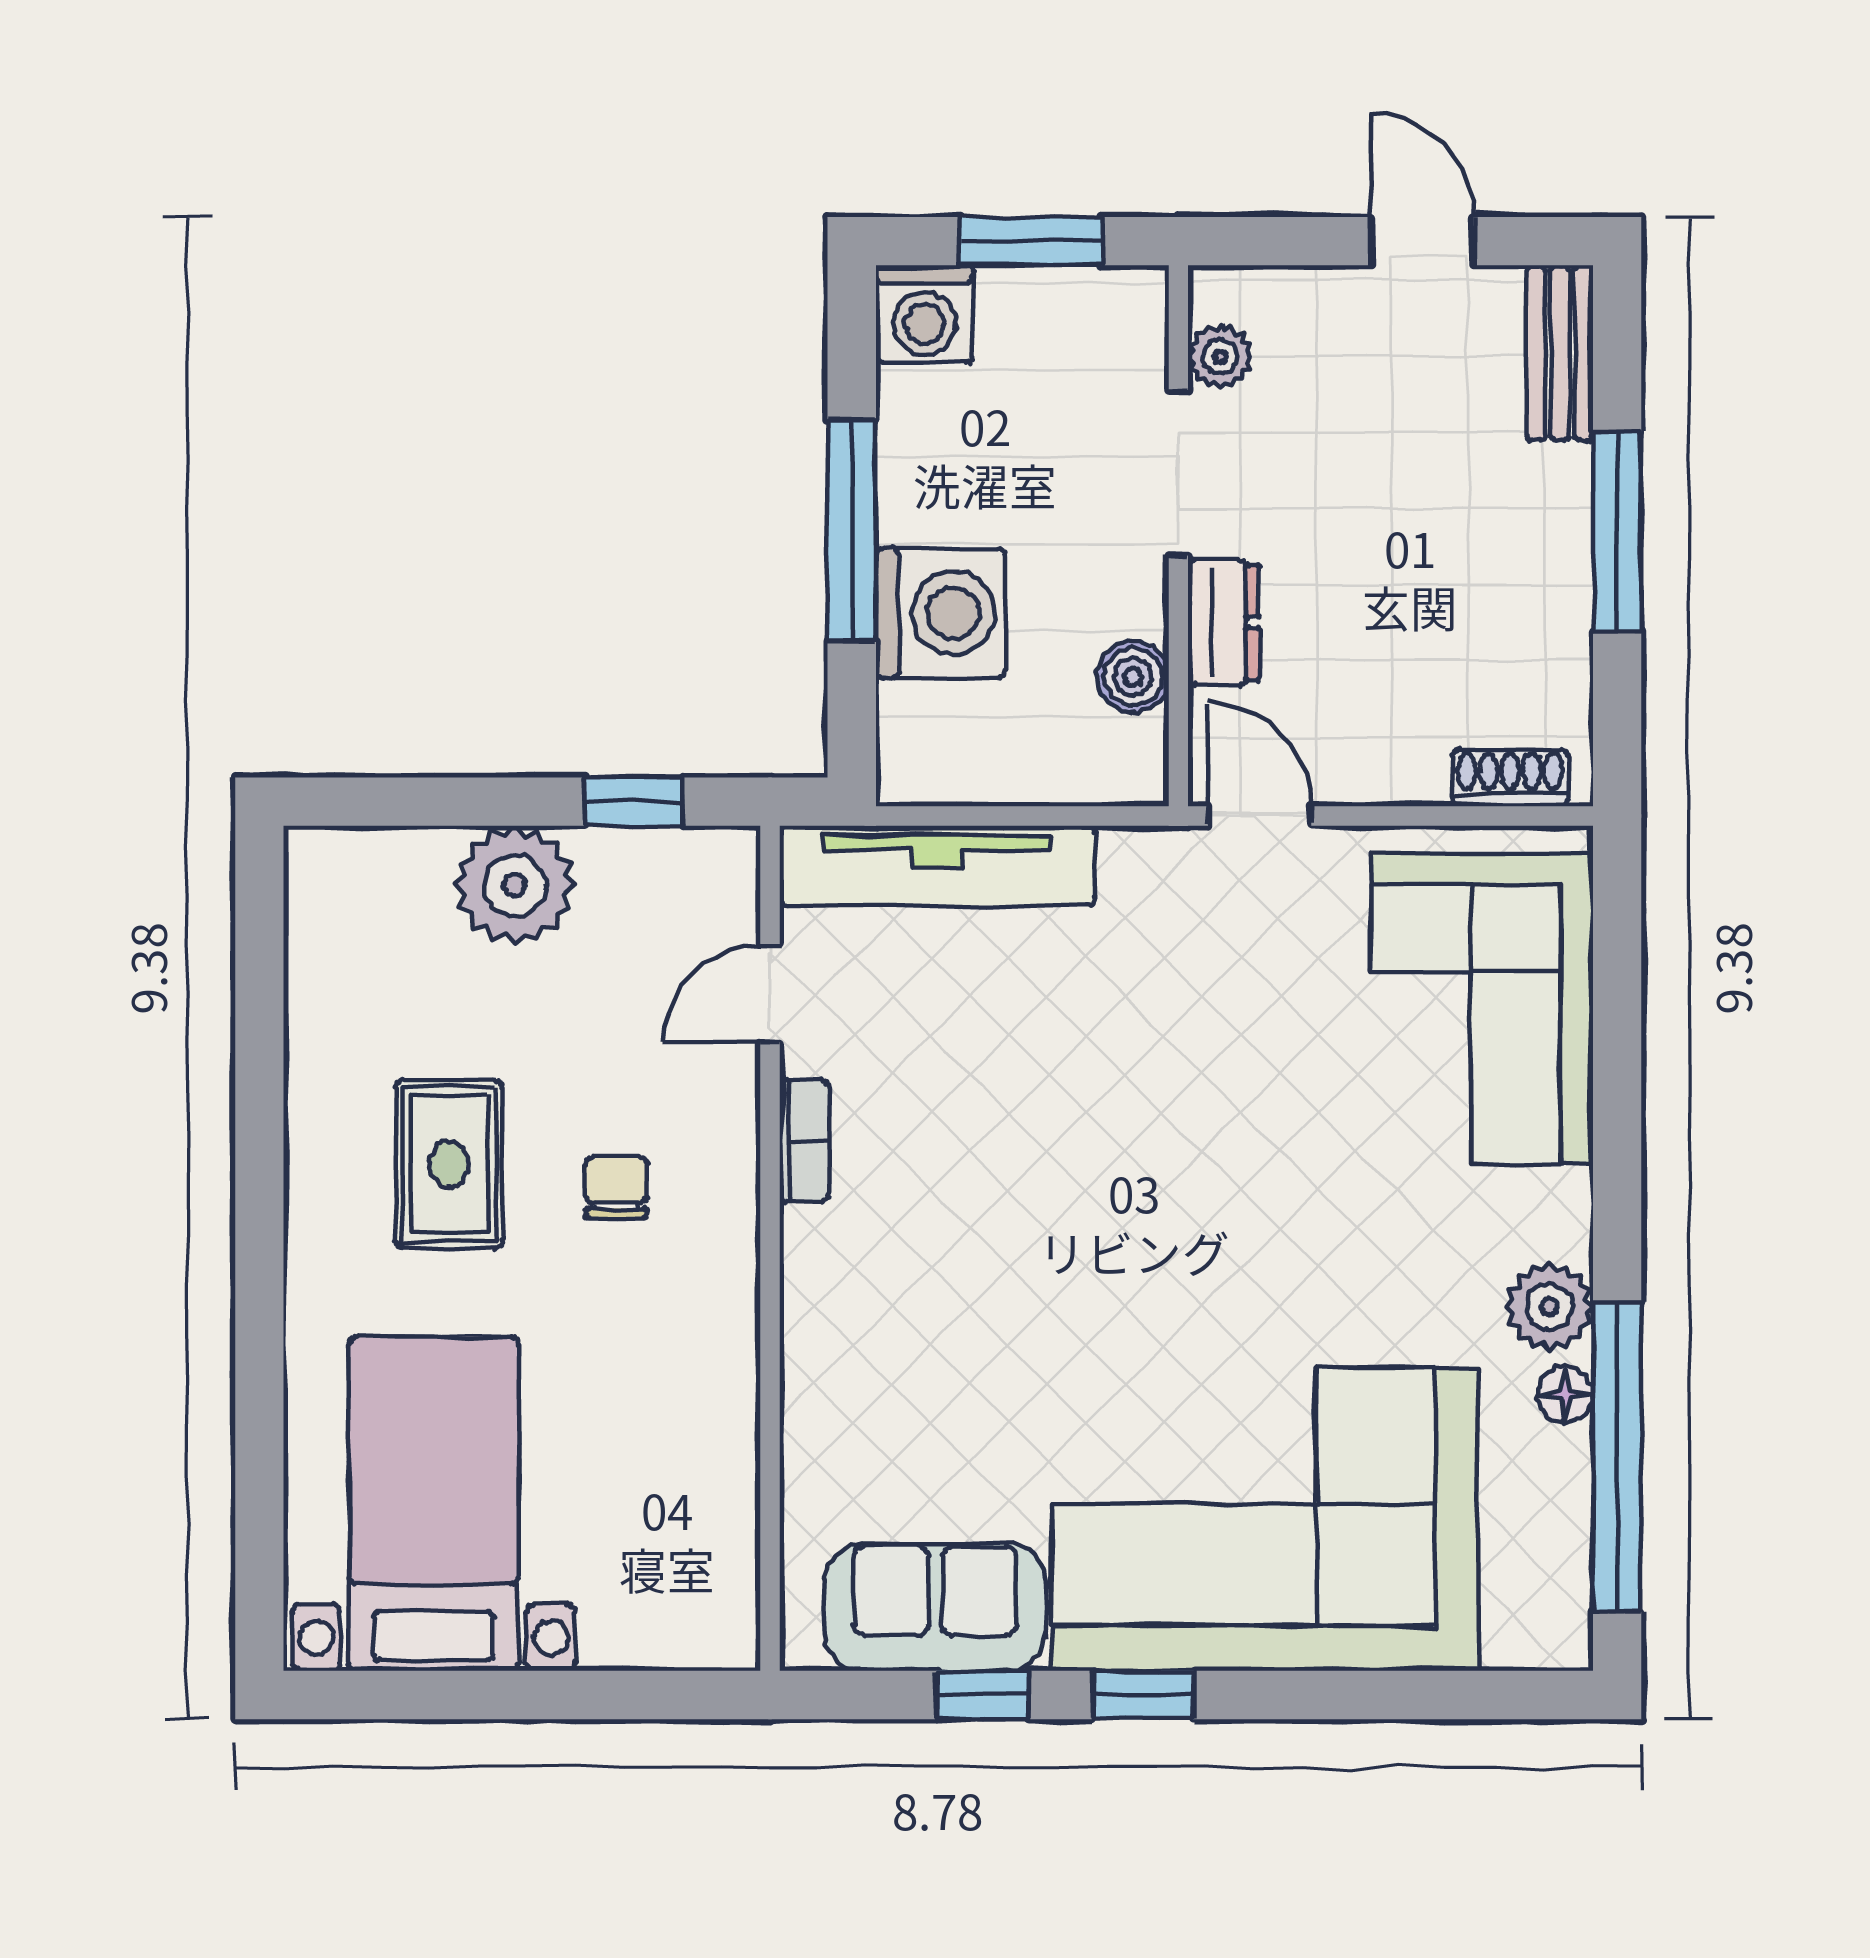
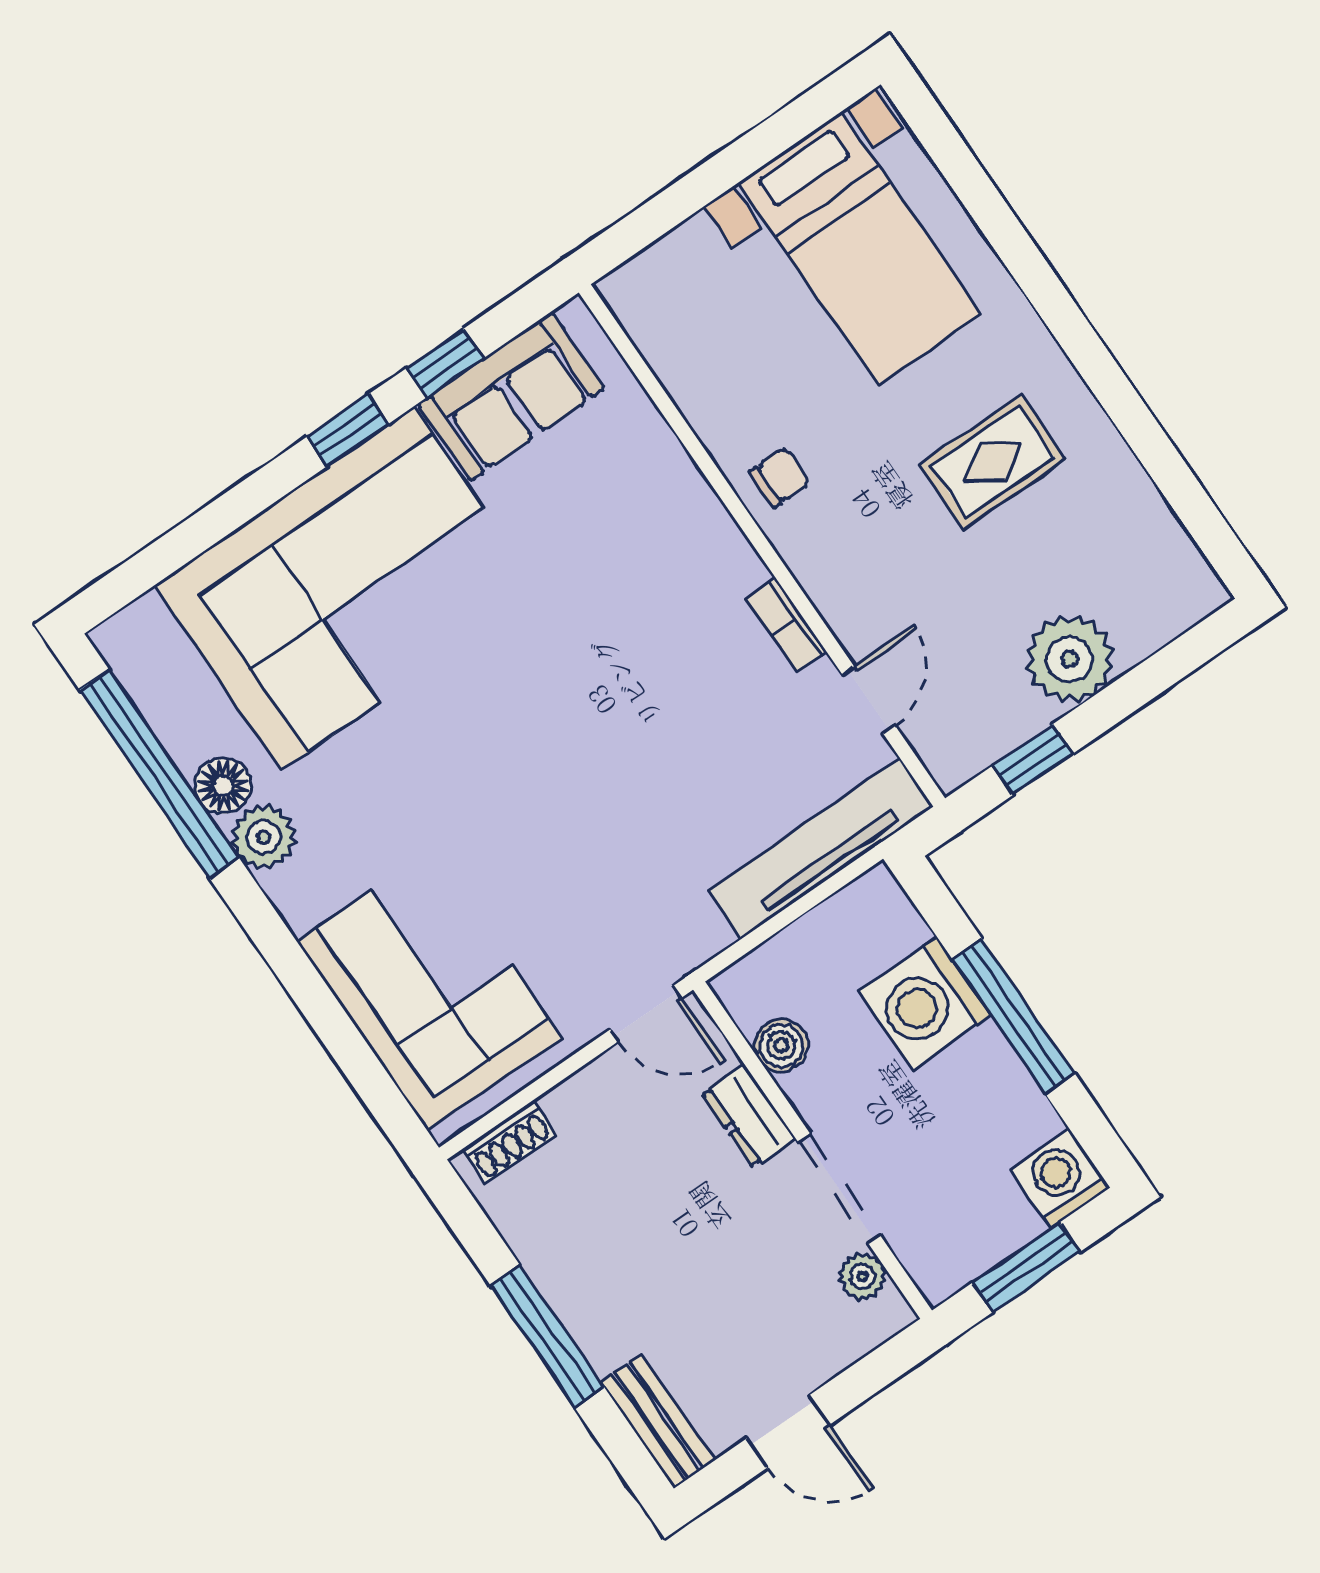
rug: (449, 1164) -> (993, 462), turned 90
chair: (616, 1188) -> (779, 477), moved, turned -90
floor lamp: (1565, 1395) -> (223, 786), width x1.37, depth x1.37

